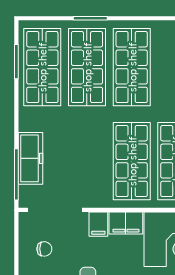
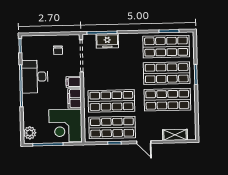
freezer: (30, 158) -> (107, 41), width x0.71

